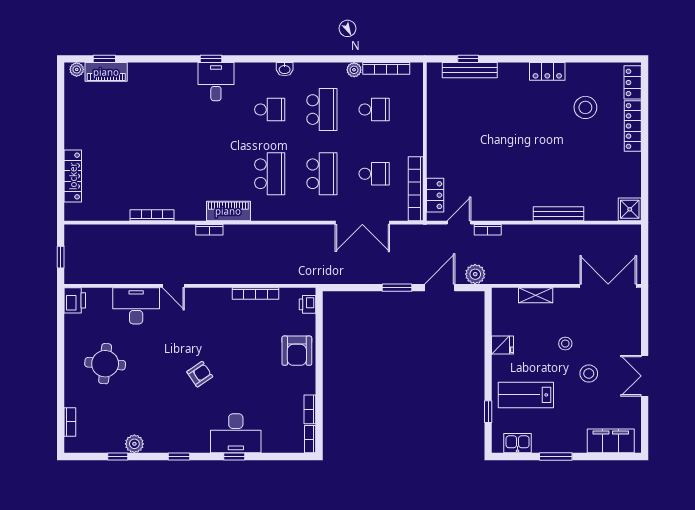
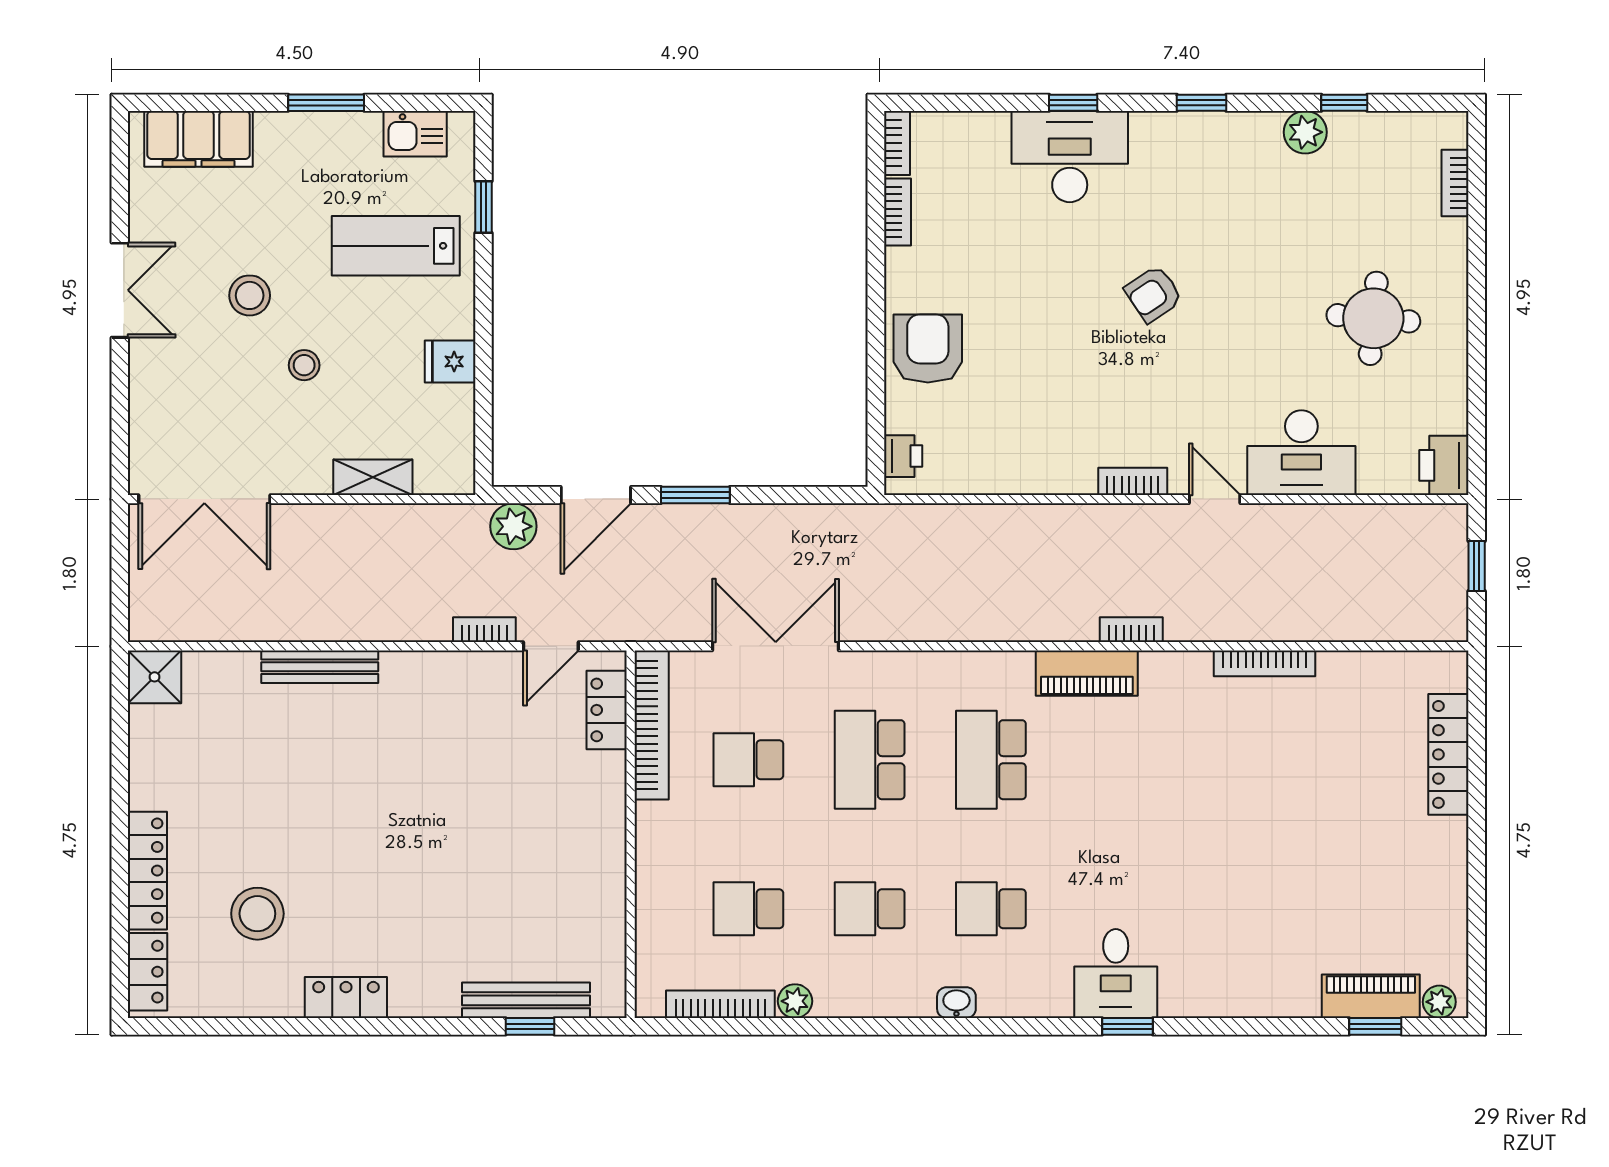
school desk: (322, 110) -> (870, 909), width x0.54
bookcase: (255, 294) -> (1133, 481), moved, width x0.64
lab bench: (526, 395) -> (396, 246), turned 180

